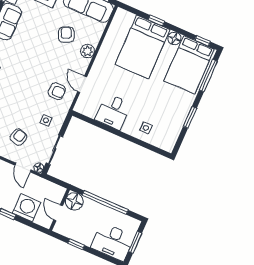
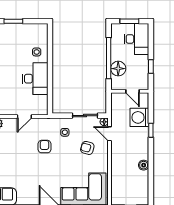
armchair: (57, 91) -> (44, 147), moved
desk: (113, 112) -> (35, 79), width x1.37
door: (23, 168) -> (109, 134), swing flipped
floor lamp: (74, 201) -> (118, 69), moved
door: (58, 213) -> (133, 91), hinge flipped

